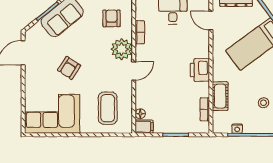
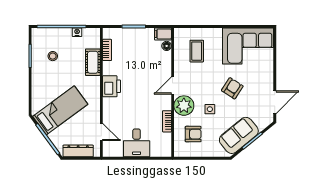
armchair: (112, 18) -> (193, 134), turned -90
side table: (93, 45) -> (210, 109), added
coffee table: (108, 108) -> (197, 51), width x0.73, depth x0.77

